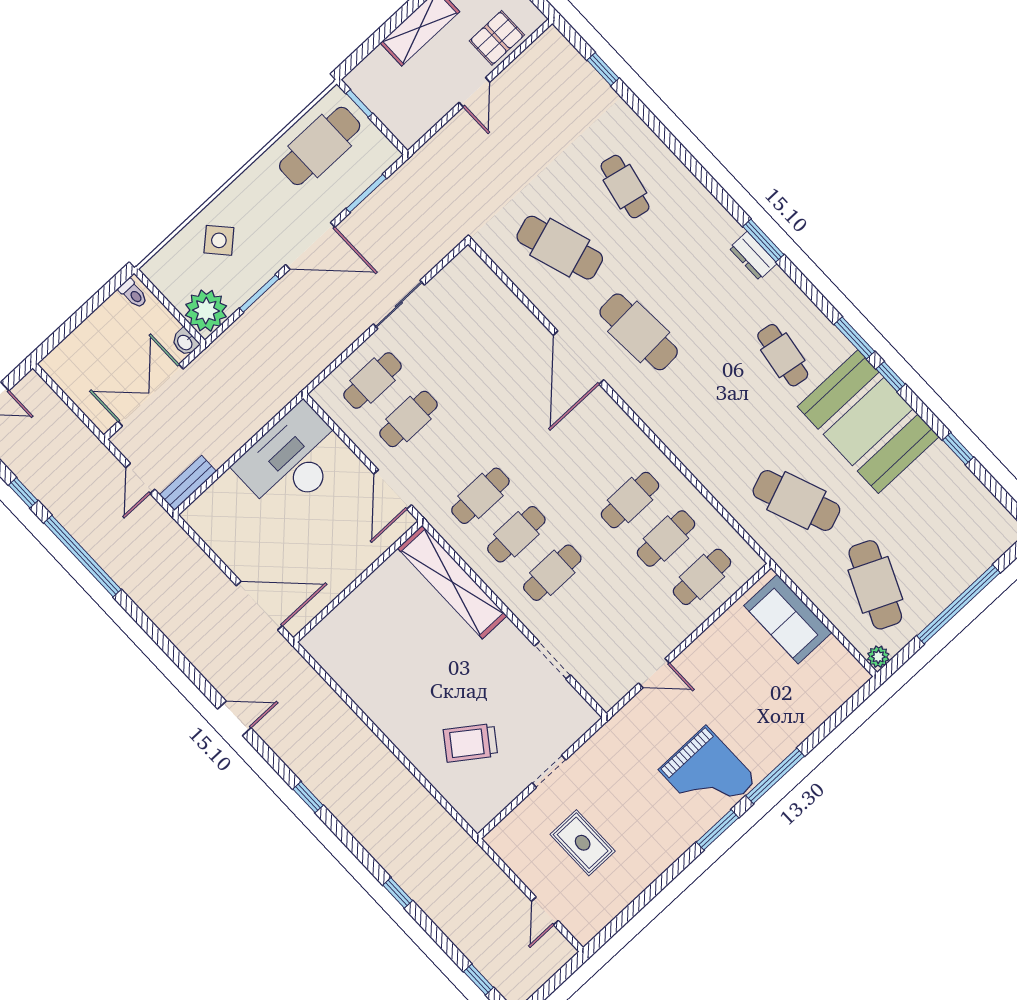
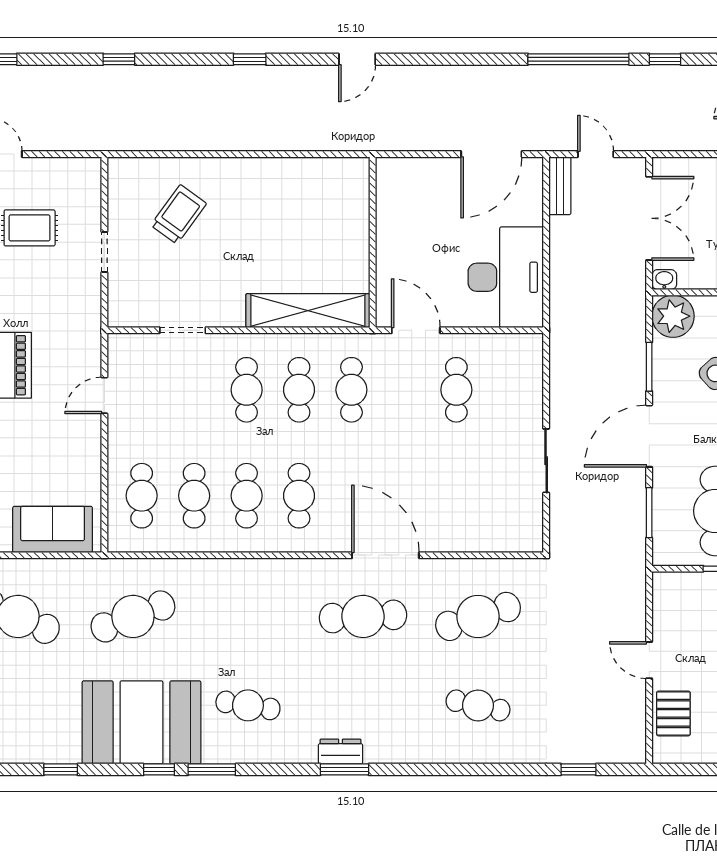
cafe table: (373, 381) -> (299, 496), moved
door: (259, 606) -> (491, 154), moved

